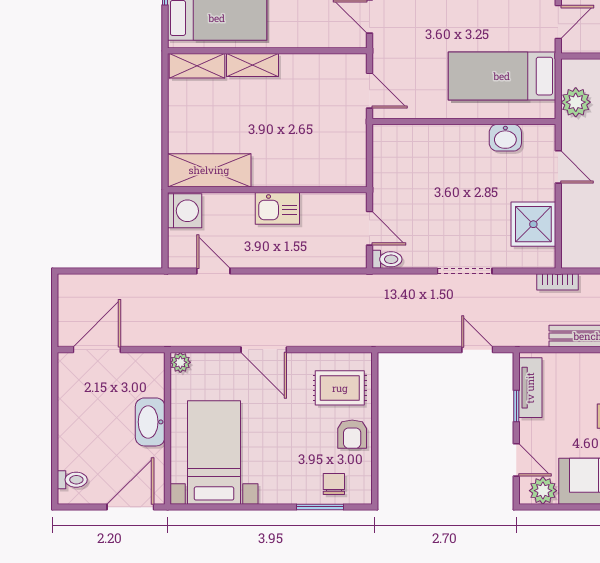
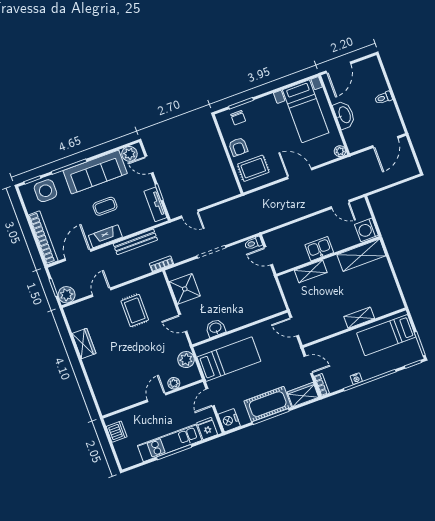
shelving: (197, 66) -> (311, 271), moved
armchair: (352, 434) -> (238, 147), turned 180
toilet: (72, 480) -> (383, 98), moved

